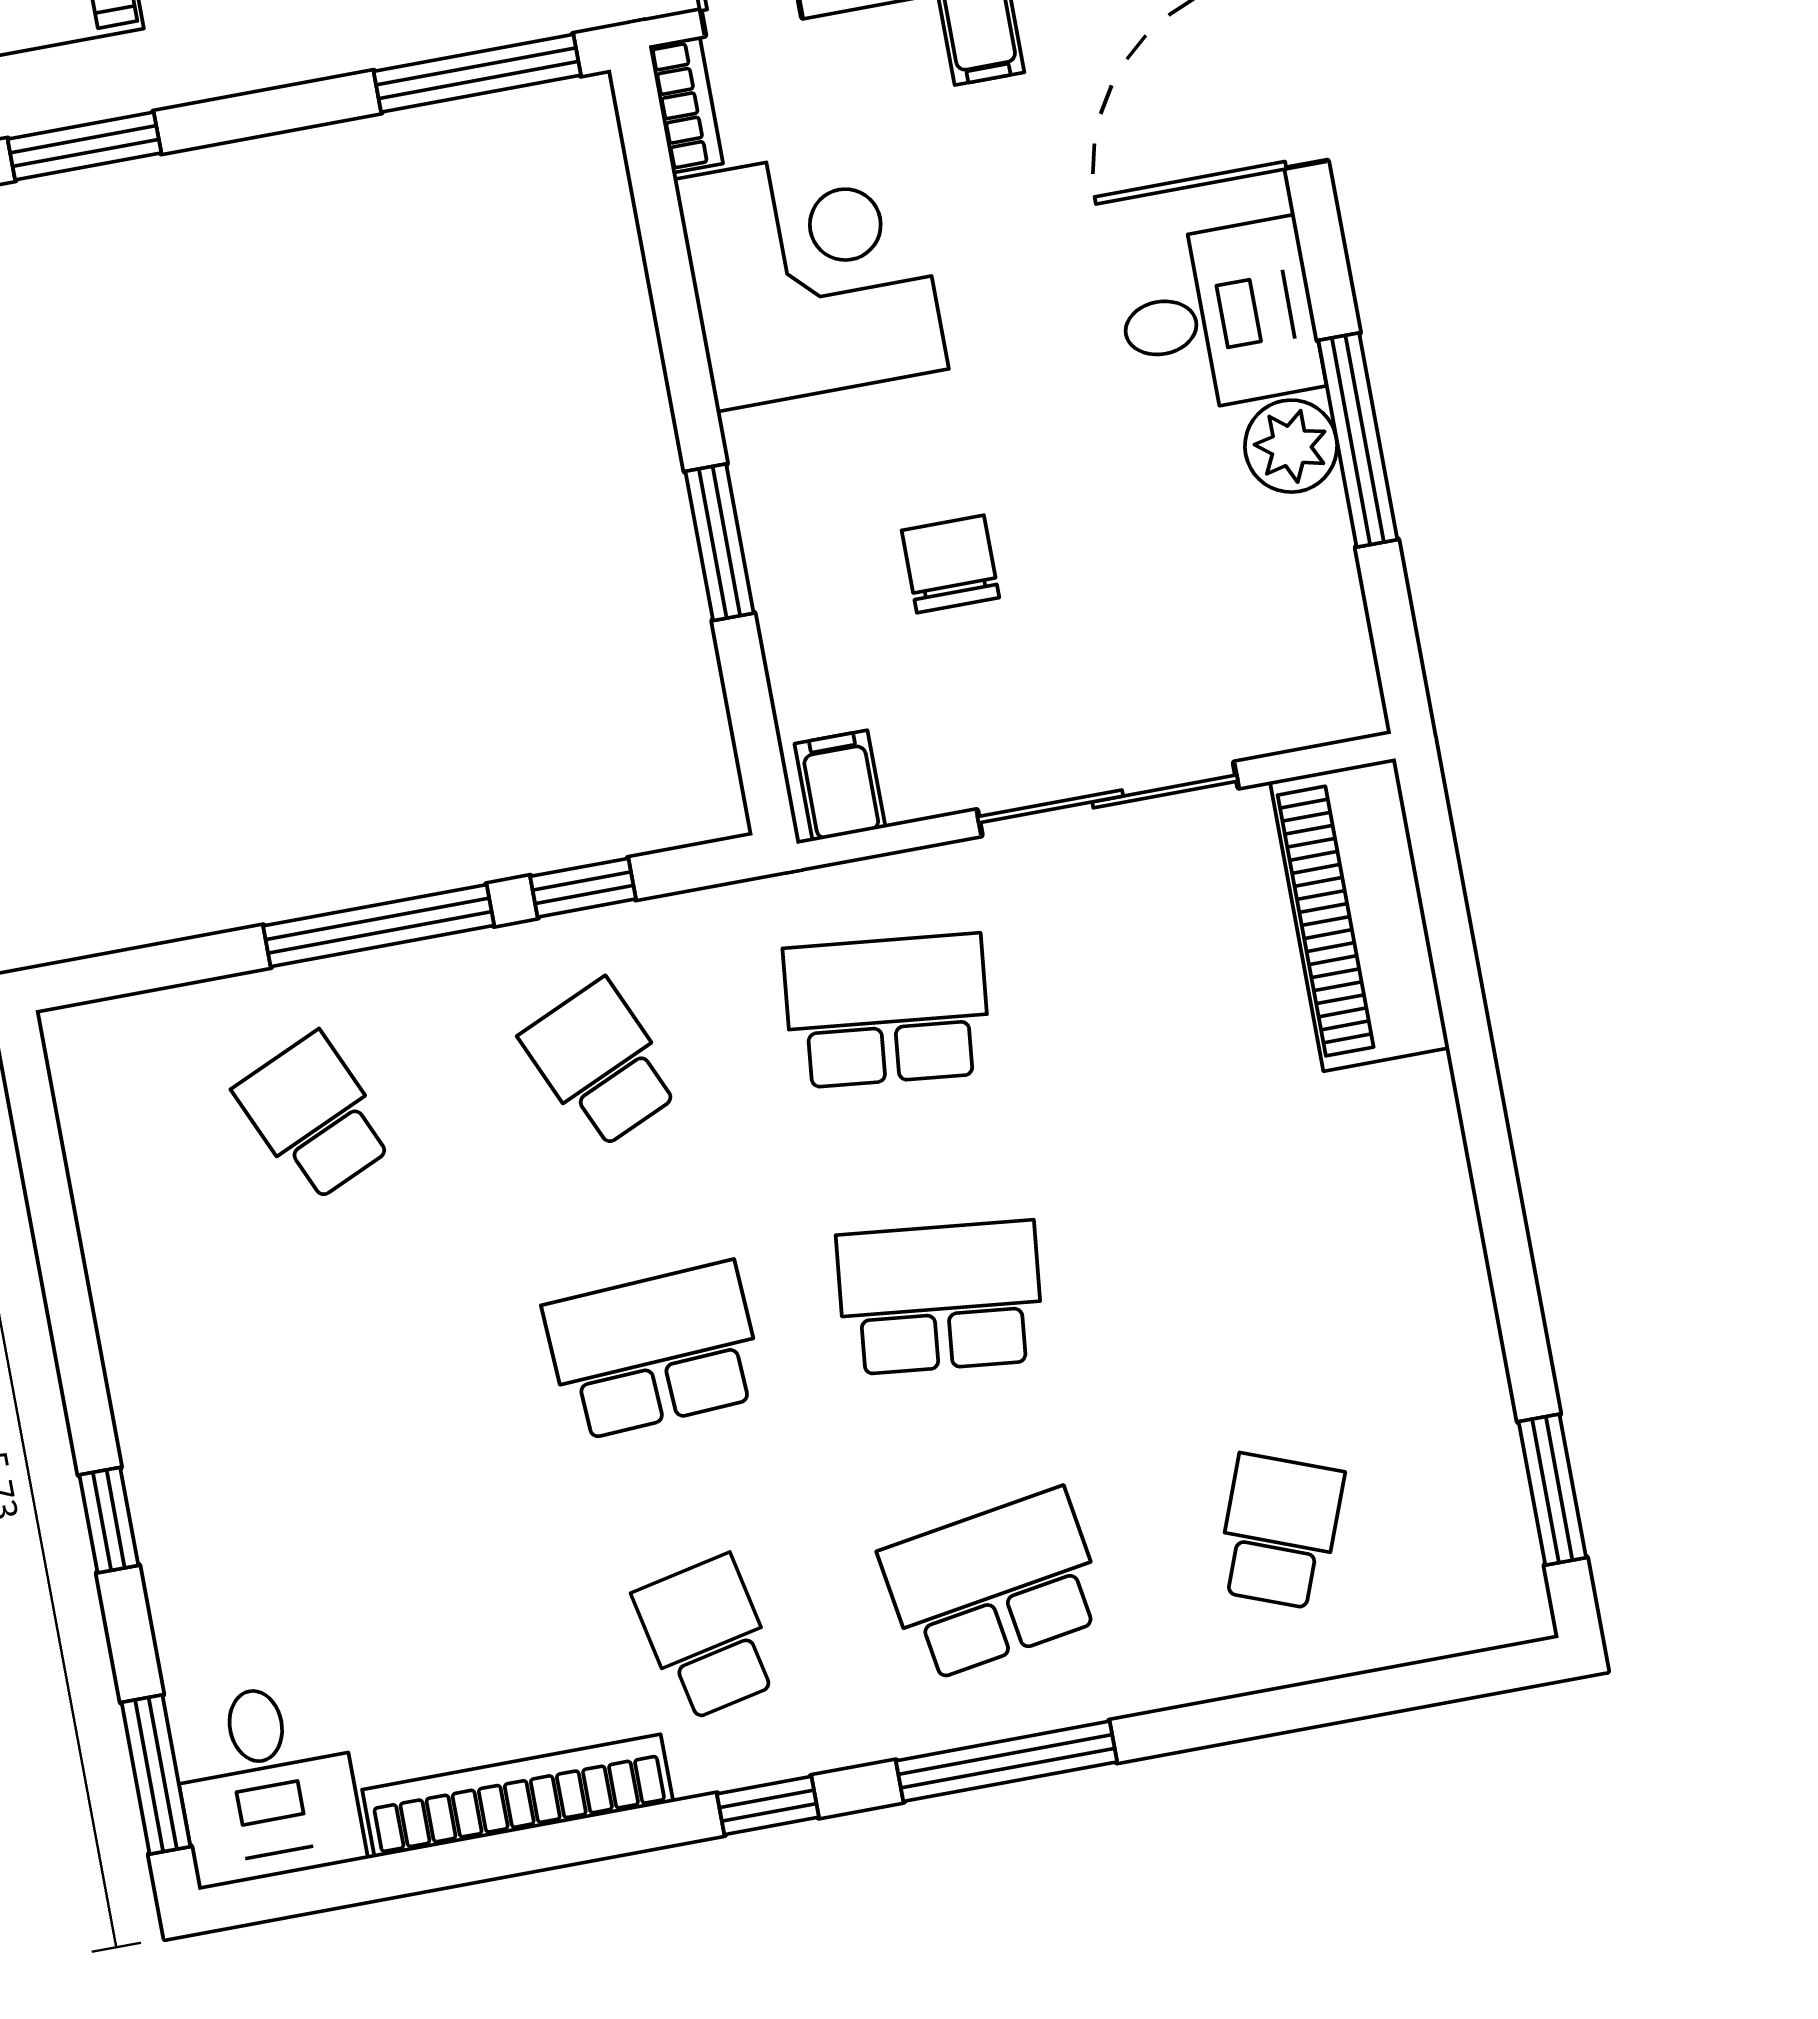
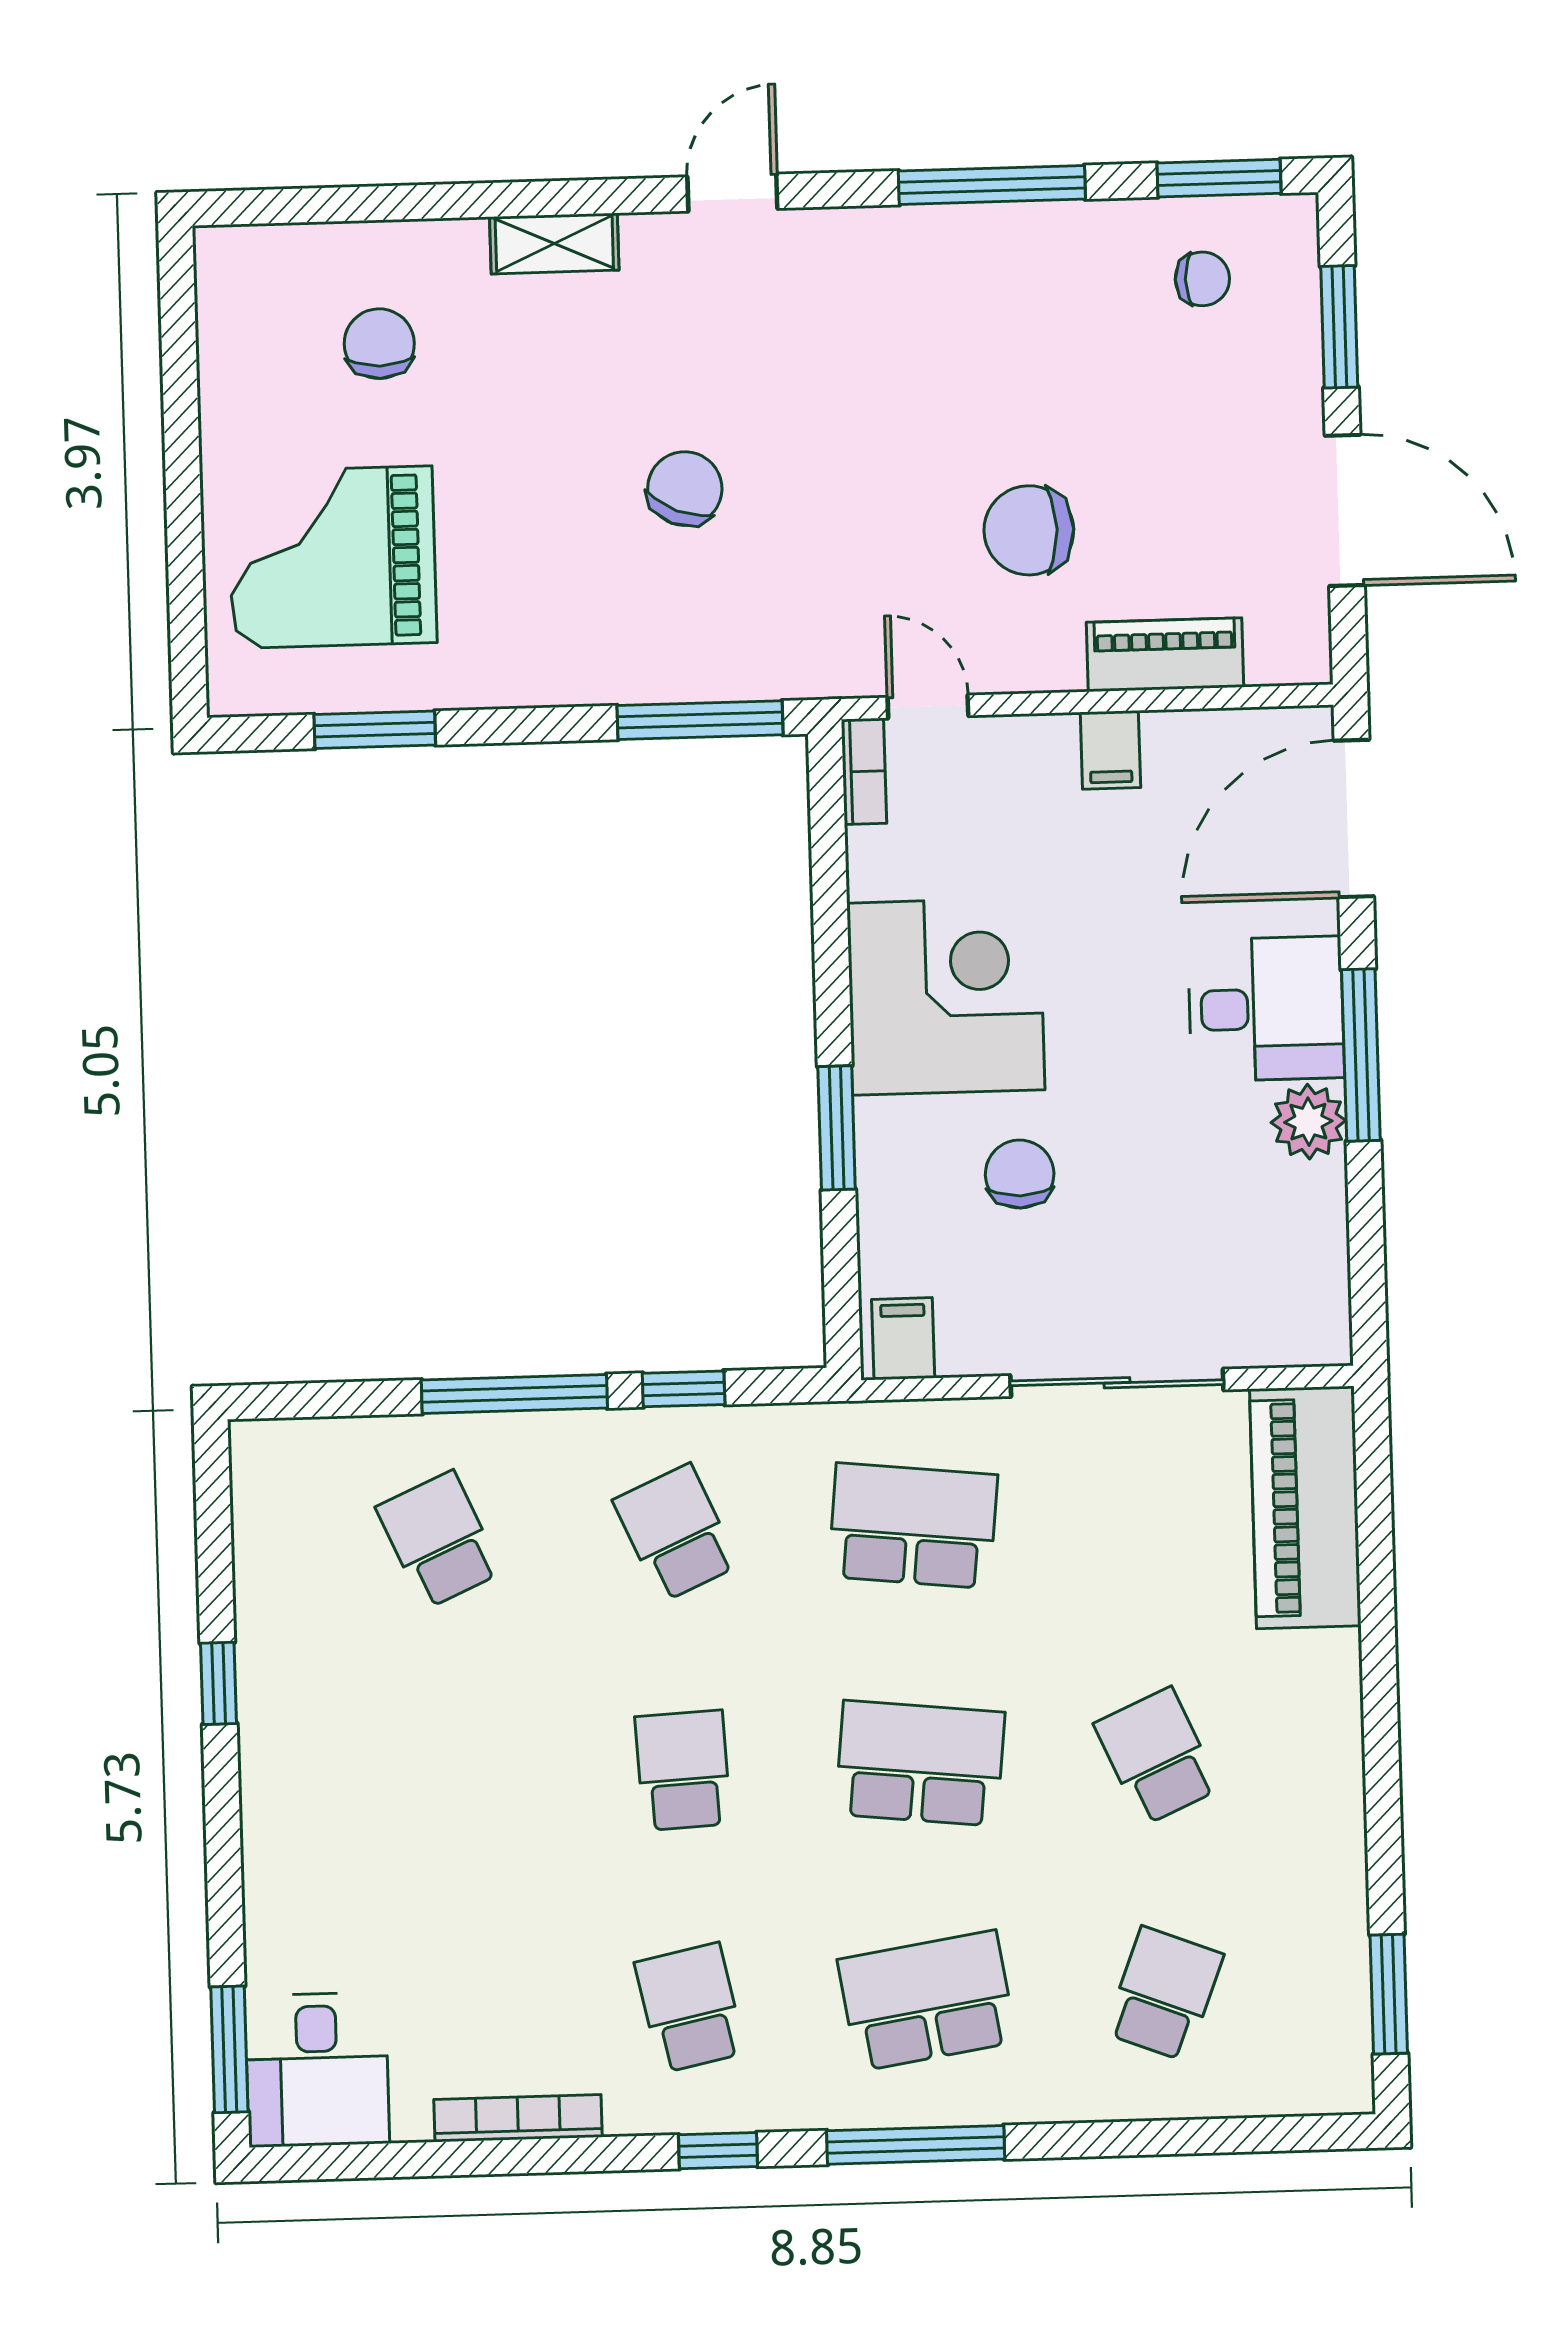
corner desk: (811, 274) -> (946, 996), moved
window: (1358, 440) -> (1361, 1055), moved
school desk: (1226, 1245) -> (1157, 1756), added
school desk: (654, 1351) -> (683, 1770), width x0.54
window: (109, 1520) -> (218, 1683), moved
bookcase: (518, 1796) -> (518, 2118), width x0.68, depth x0.76

